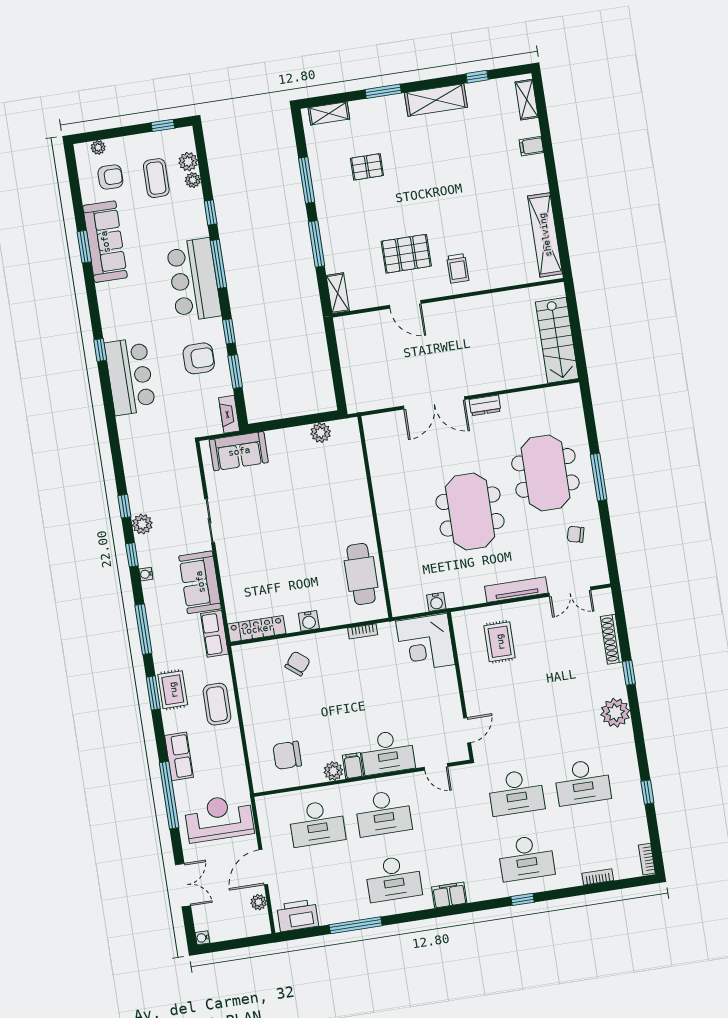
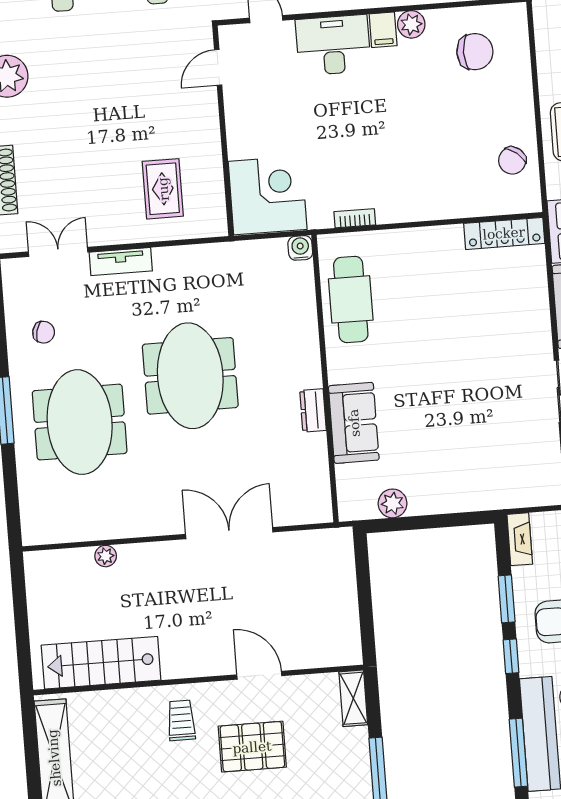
stairs: (557, 340) -> (101, 663), moved, turned -90
plant: (520, 380) -> (106, 556), added
dresser: (485, 405) -> (313, 410), moved, turned -90
sofa: (239, 451) -> (354, 423), moved, turned 90
tv unit: (516, 590) -> (121, 262), width x0.71
water cooler: (436, 602) -> (300, 248), moved
water cooler: (309, 621) -> (430, 239), removed
chair: (298, 664) -> (512, 161), moved

